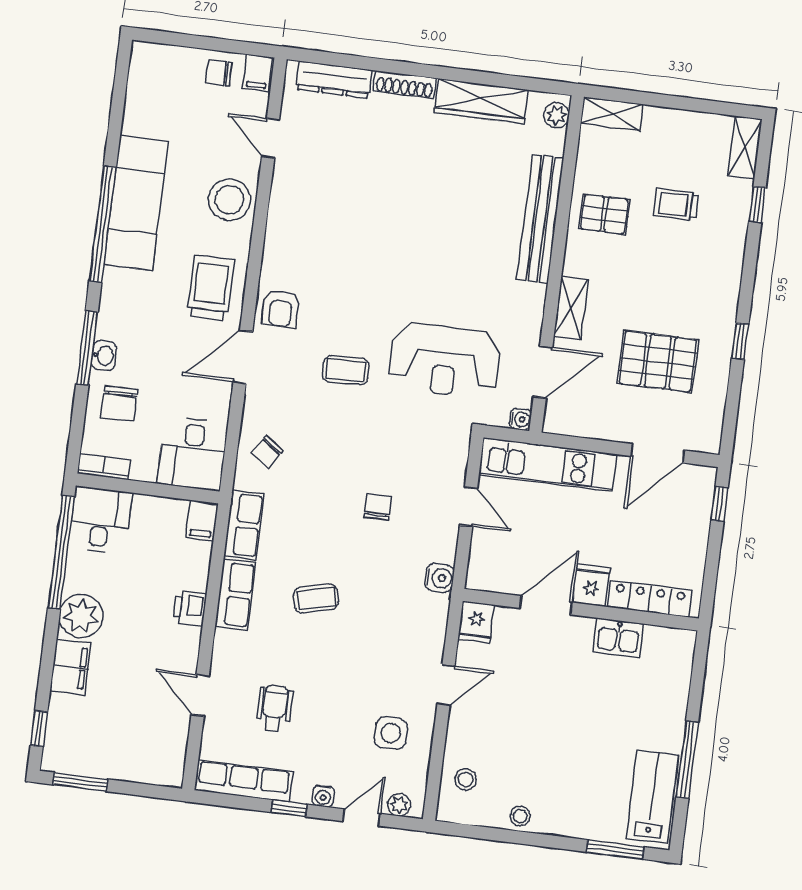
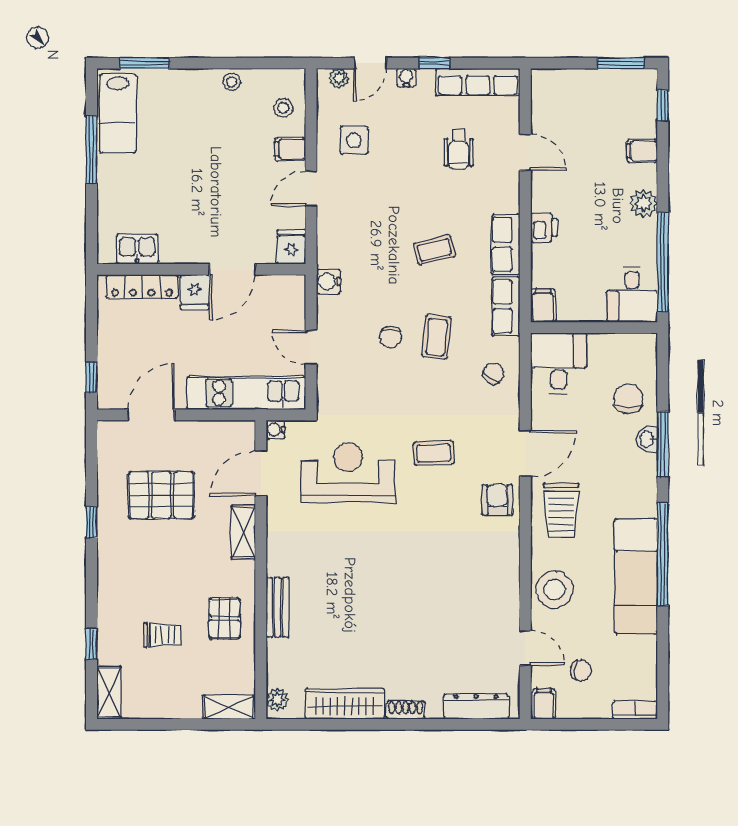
chair: (219, 73) -> (581, 670), moved
shoe rack: (405, 85) -> (406, 710), width x0.70
pallet: (604, 214) -> (224, 618), turned 90
bench: (540, 219) -> (277, 607), width x0.54, depth x0.82
bookcase: (104, 467) -> (635, 710), moved, turned 180
coffee table: (326, 500) -> (437, 337), added
plant: (81, 616) -> (643, 203), width x0.73, depth x0.73
kitchen sink: (618, 638) -> (137, 249), moved
filing cabinet: (70, 667) -> (642, 151), width x0.50
filing cabinet: (464, 732) -> (290, 149), added

